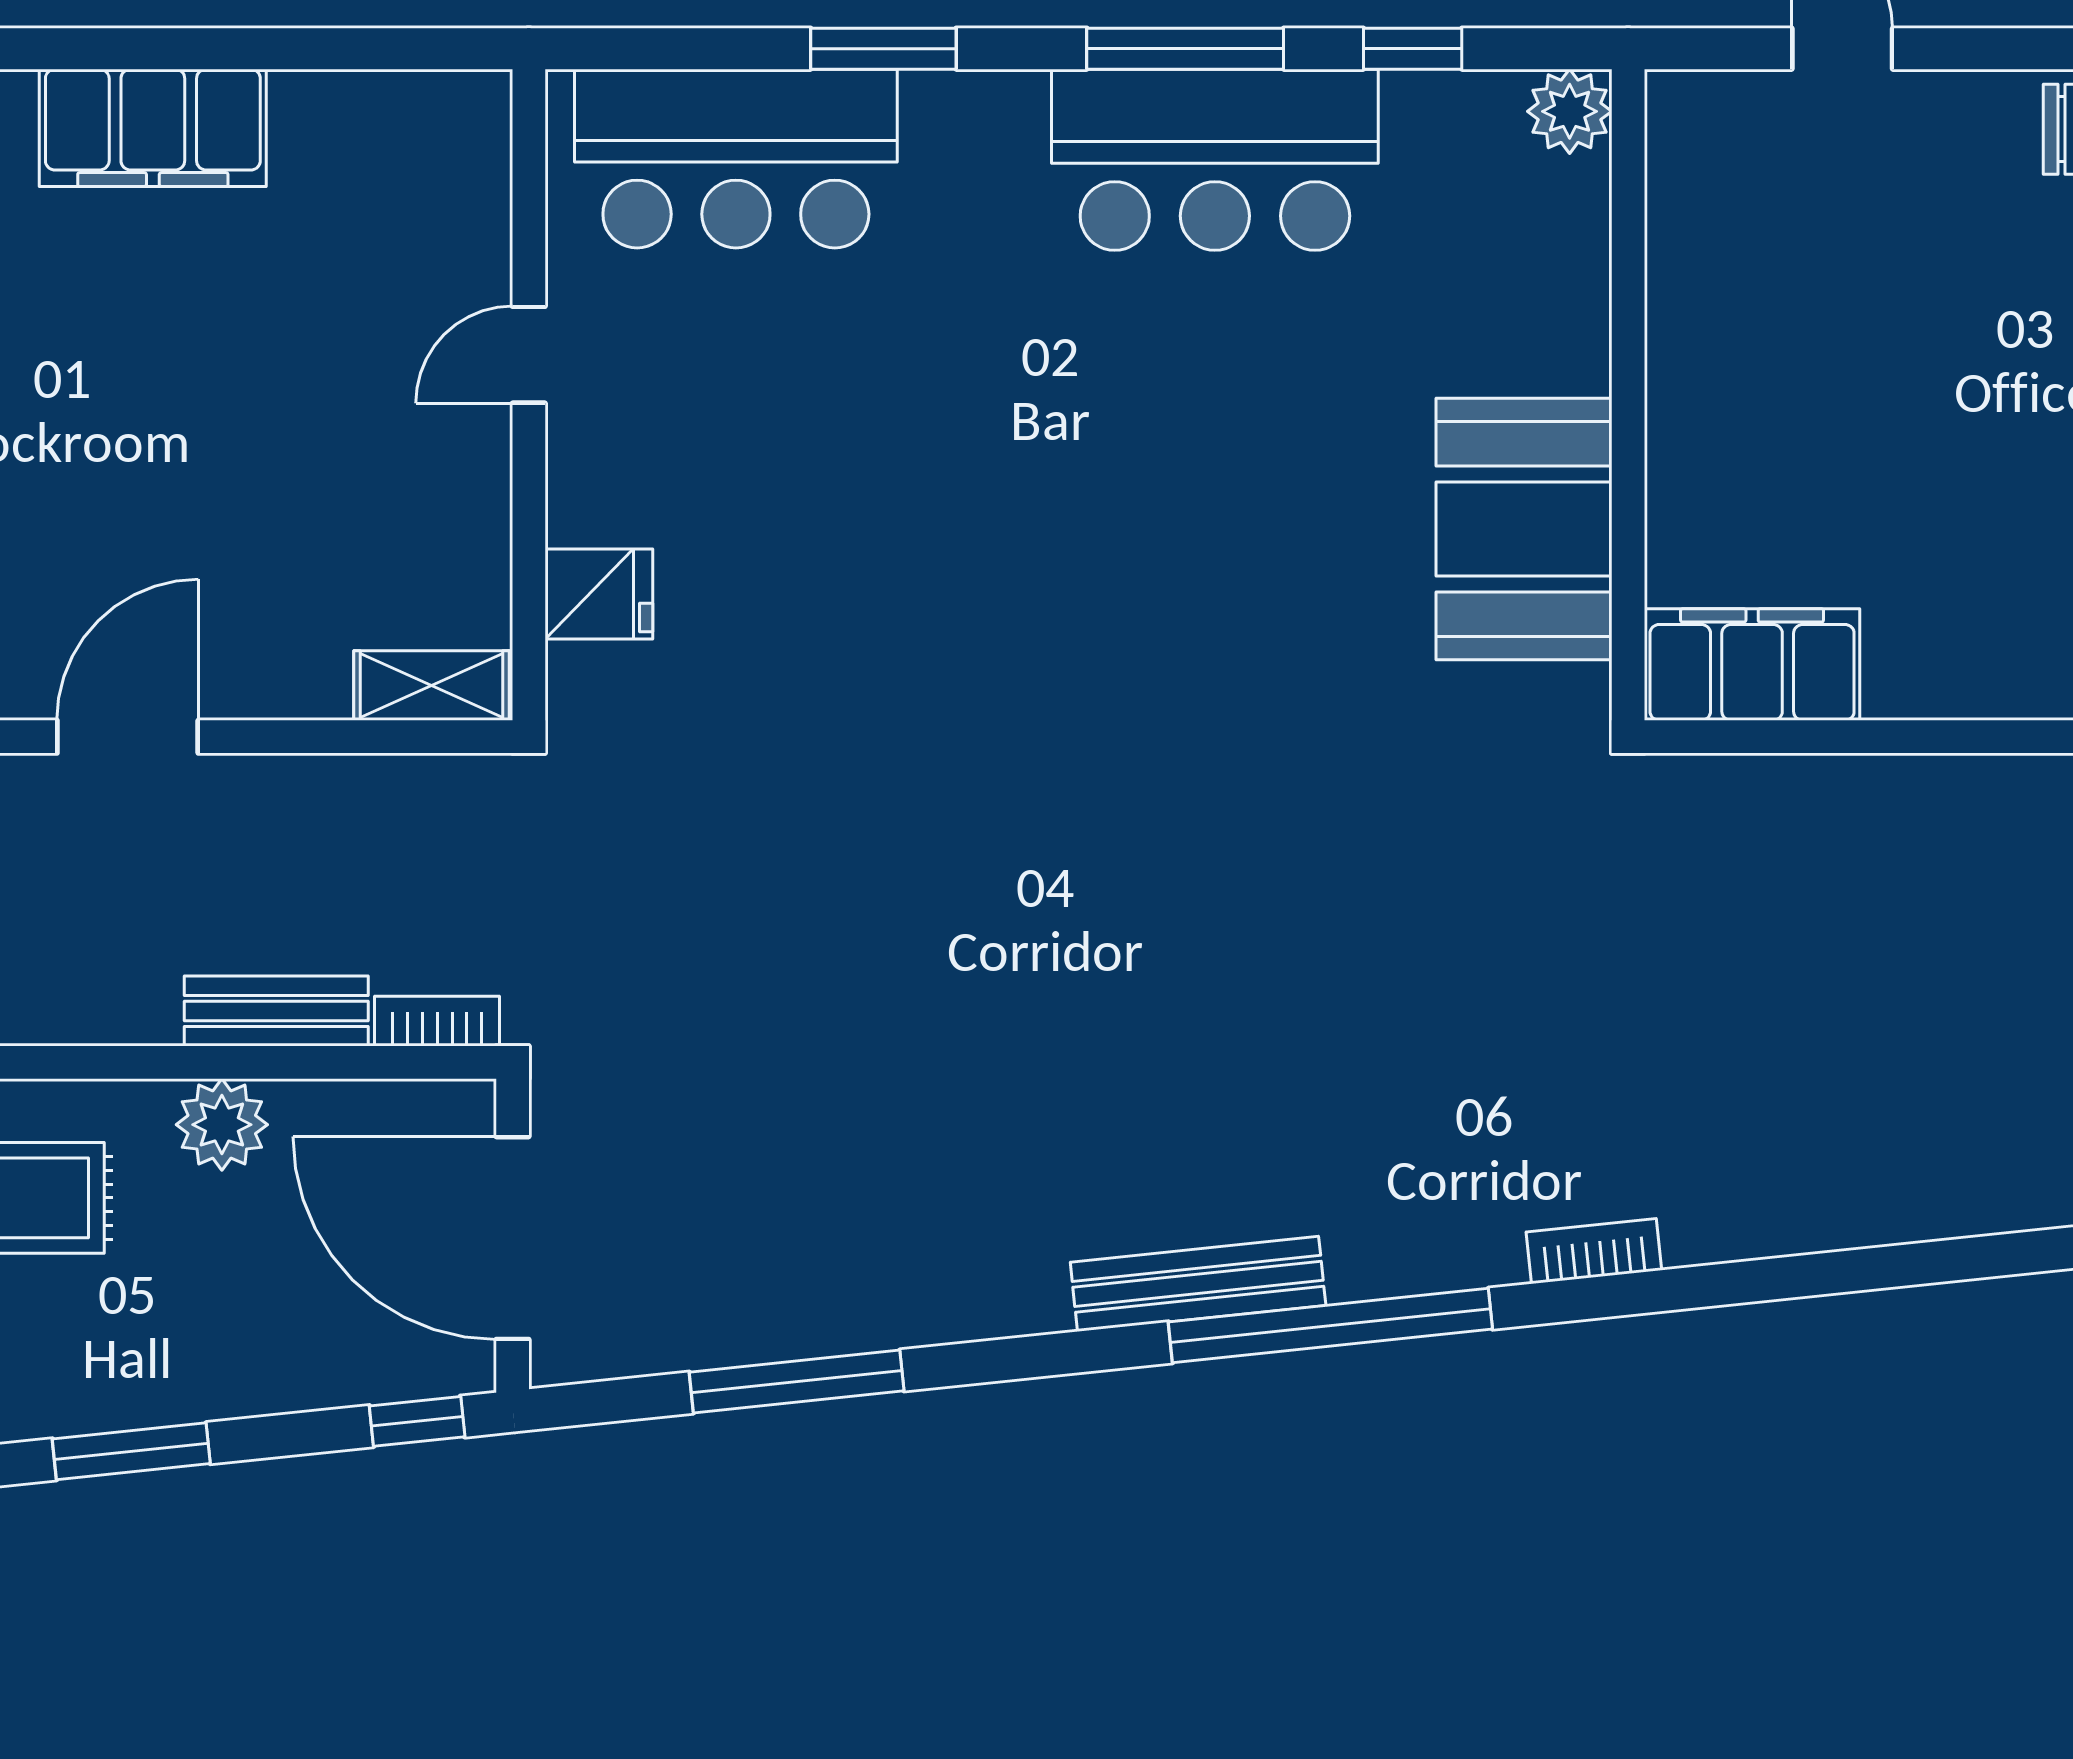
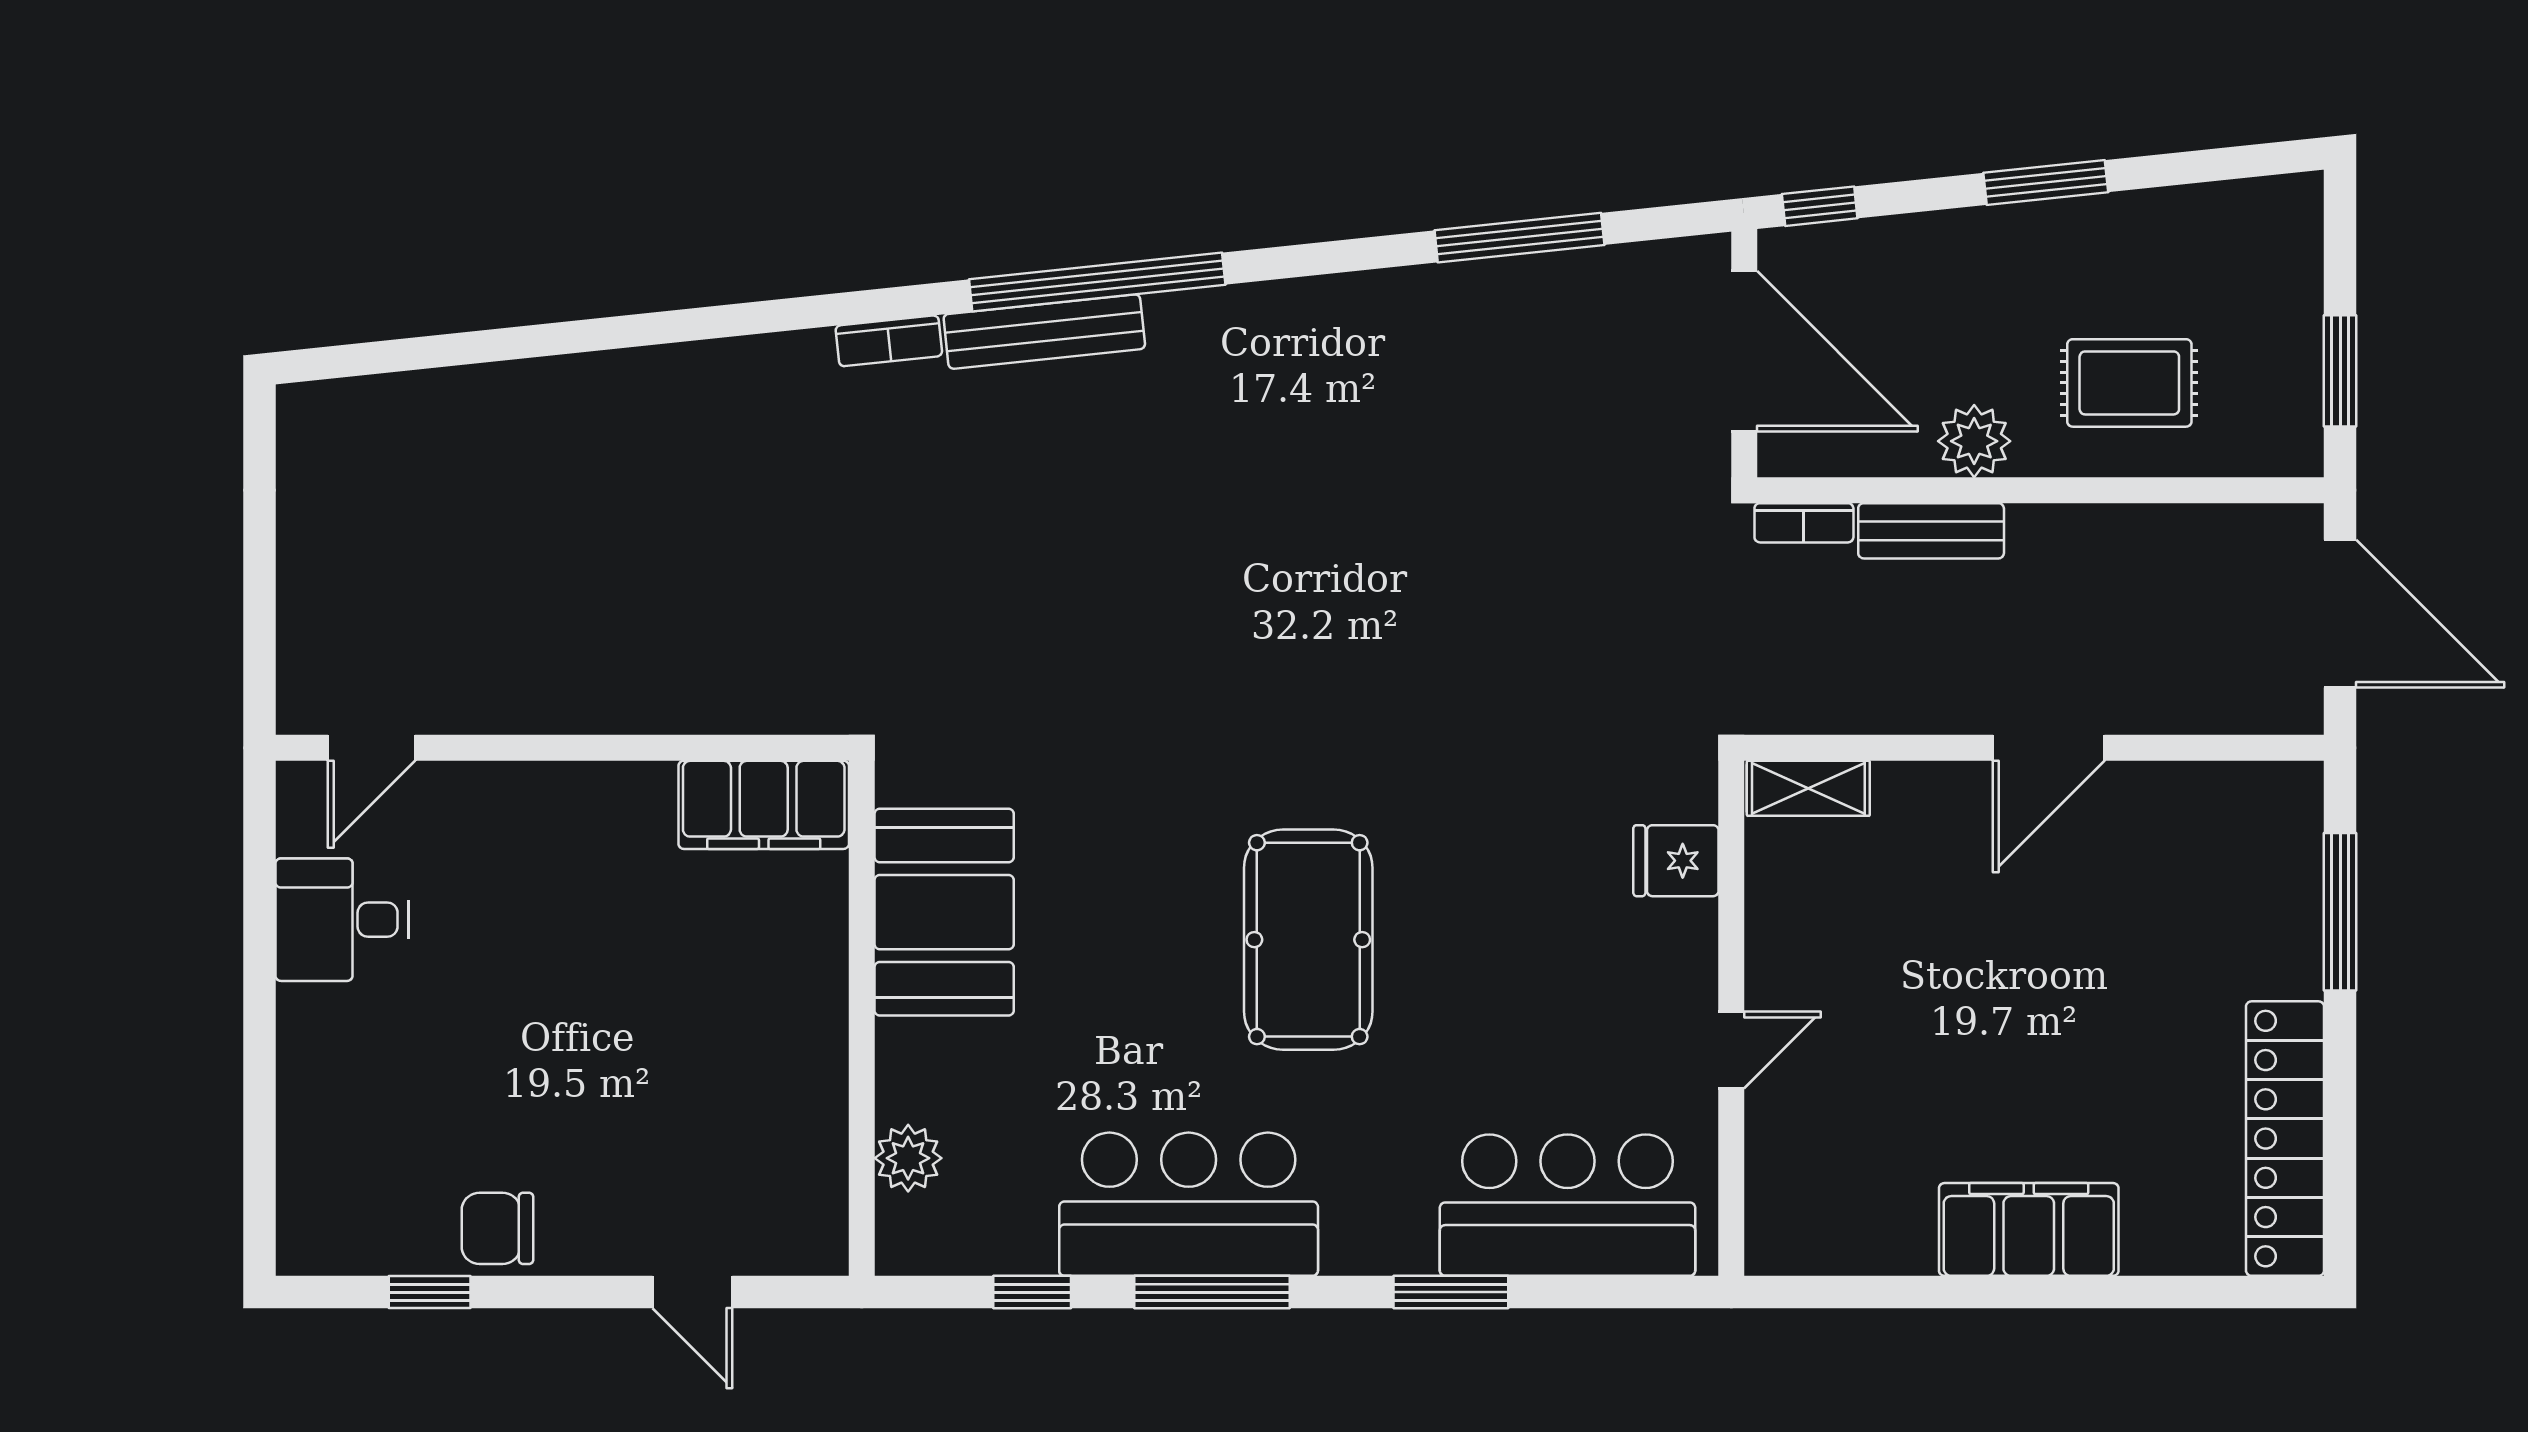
plant: (1570, 111) -> (908, 1158), moved
pool table: (1064, 494) -> (1308, 940), added
bench: (1198, 1284) -> (1044, 332), moved

